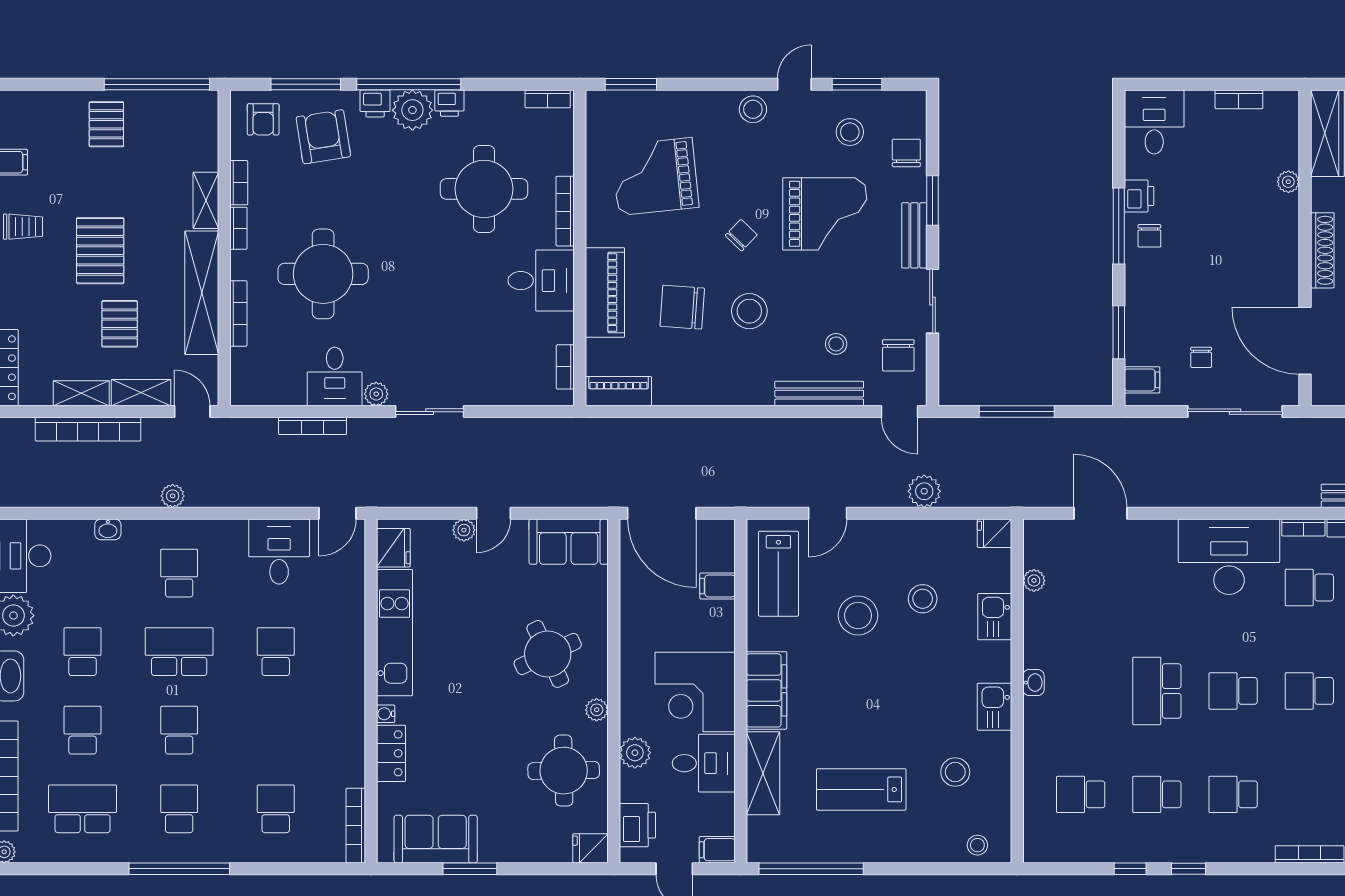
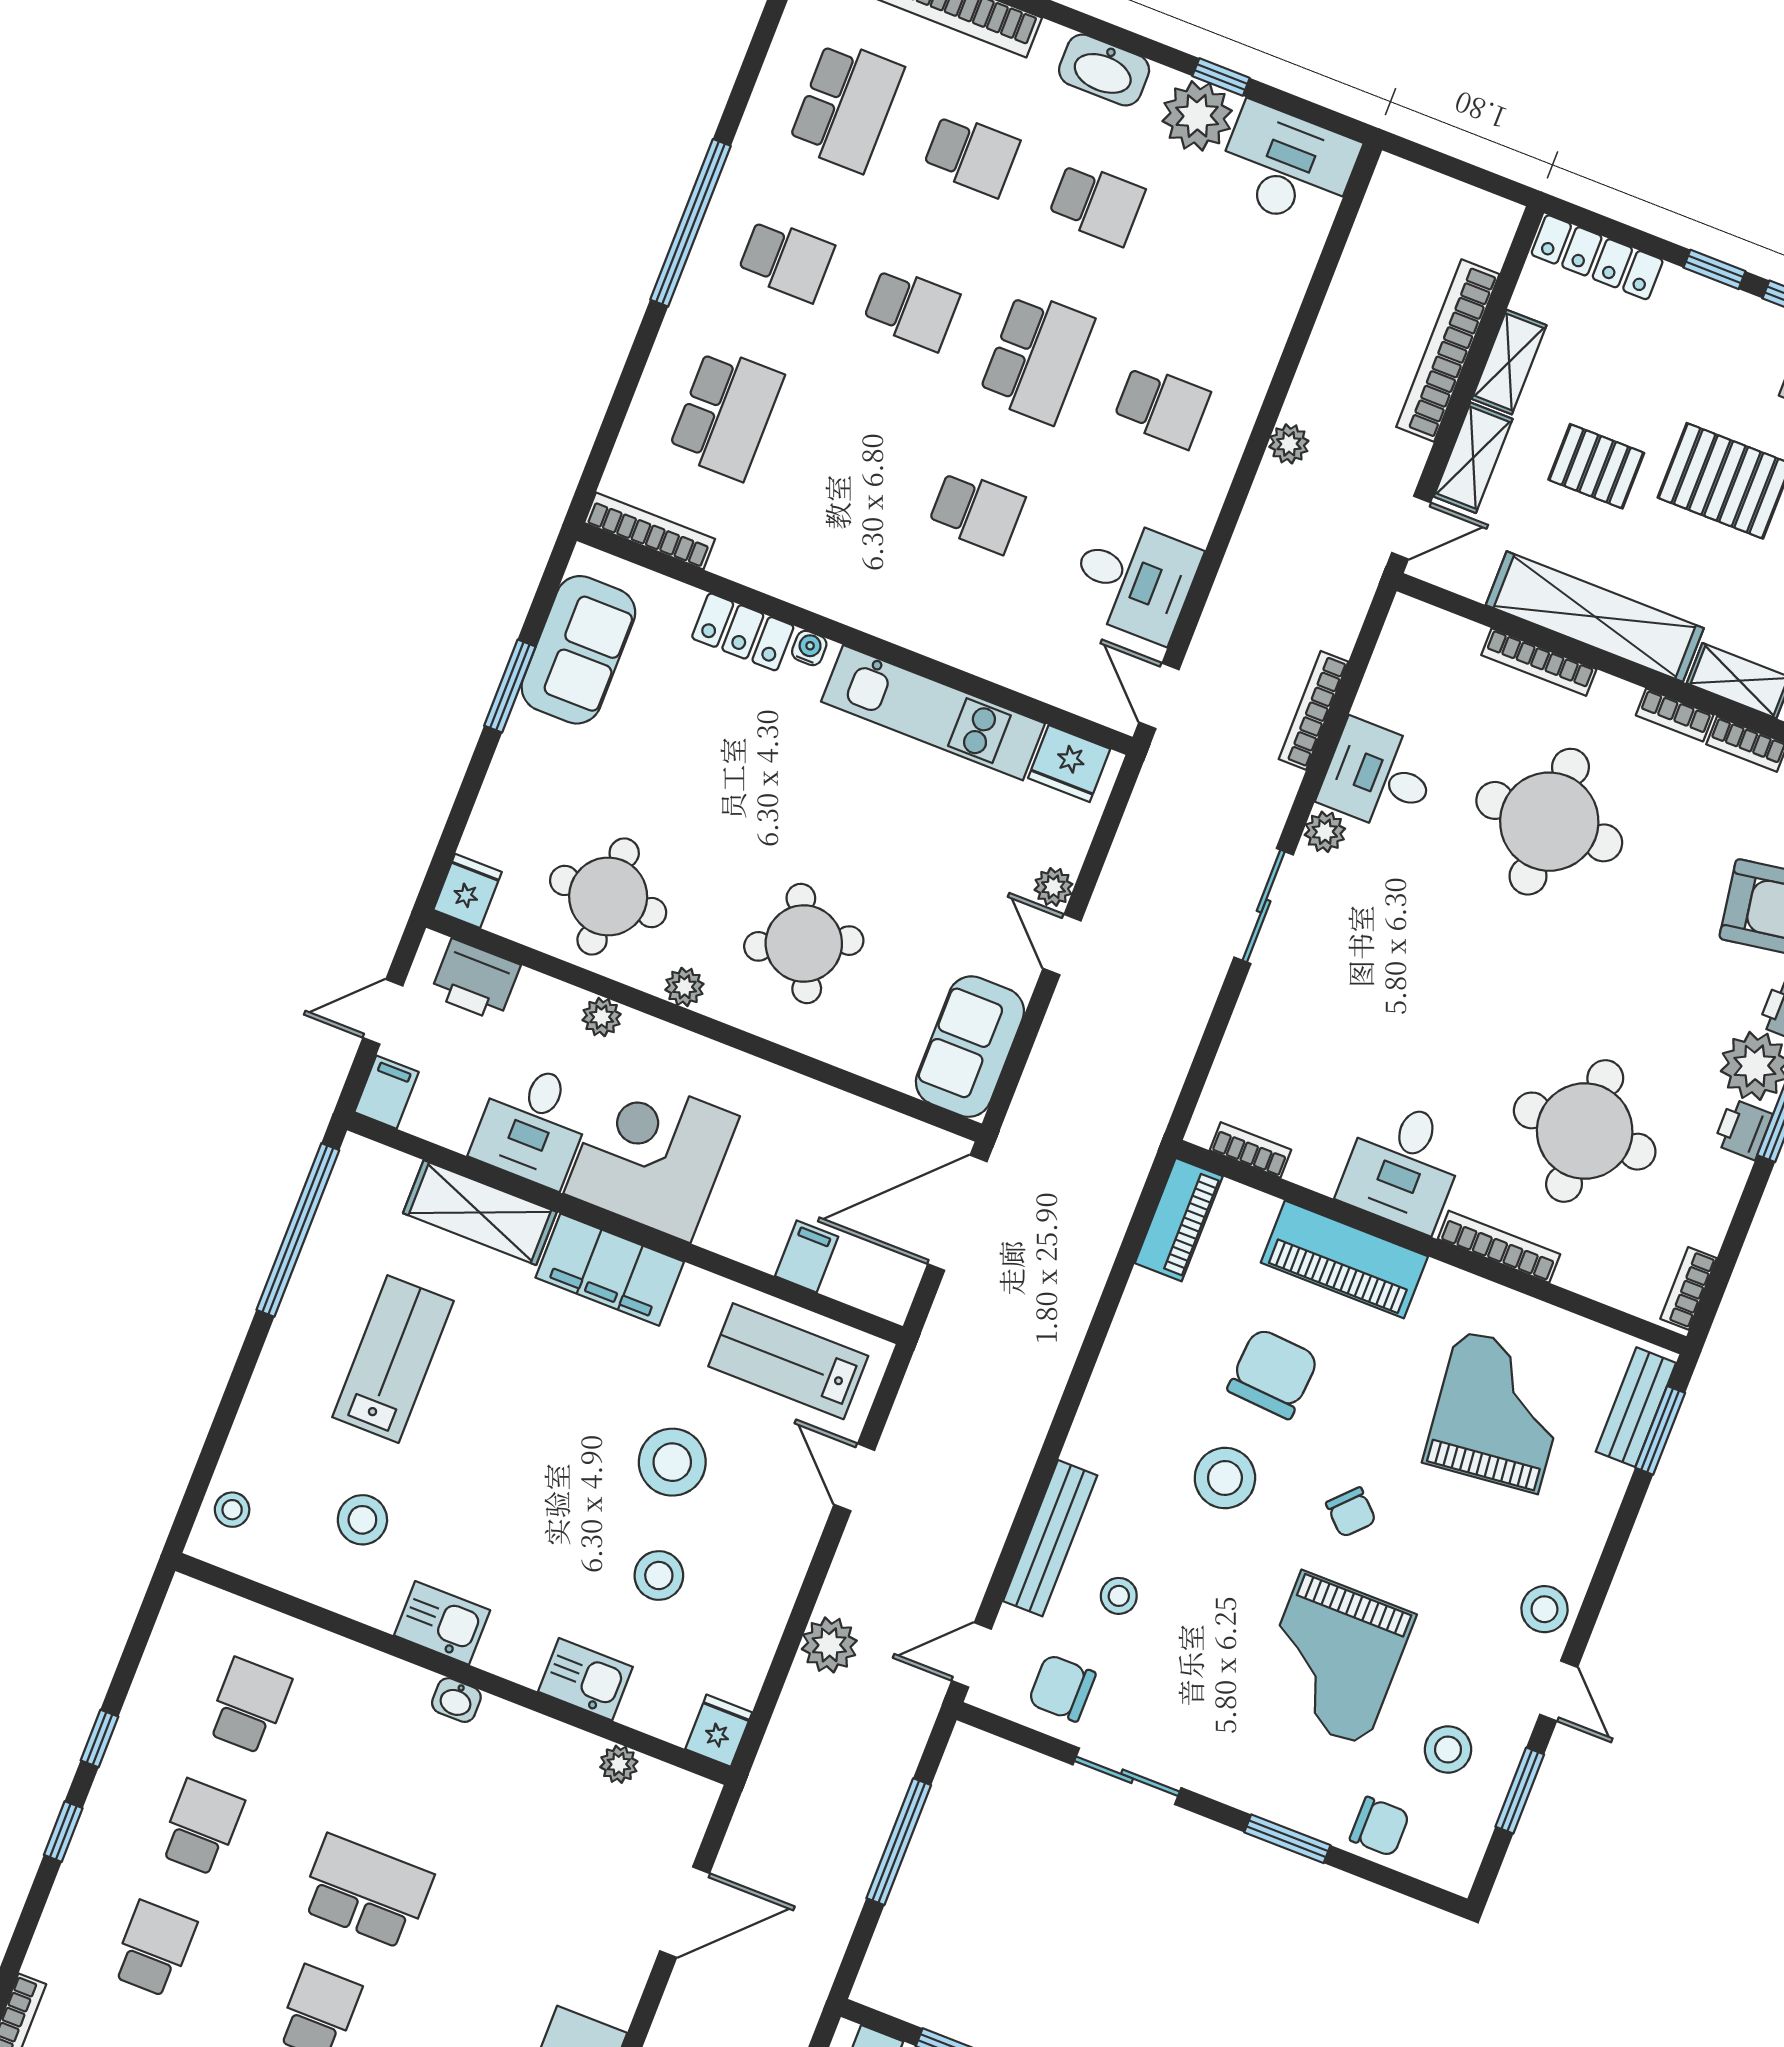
bench: (914, 235) -> (1636, 1407), moved, turned 90
washbasin: (108, 529) -> (1276, 320), removed
plant: (635, 753) -> (602, 1017), width x0.73, depth x0.73
school desk: (276, 809) -> (726, 414), width x1.85

